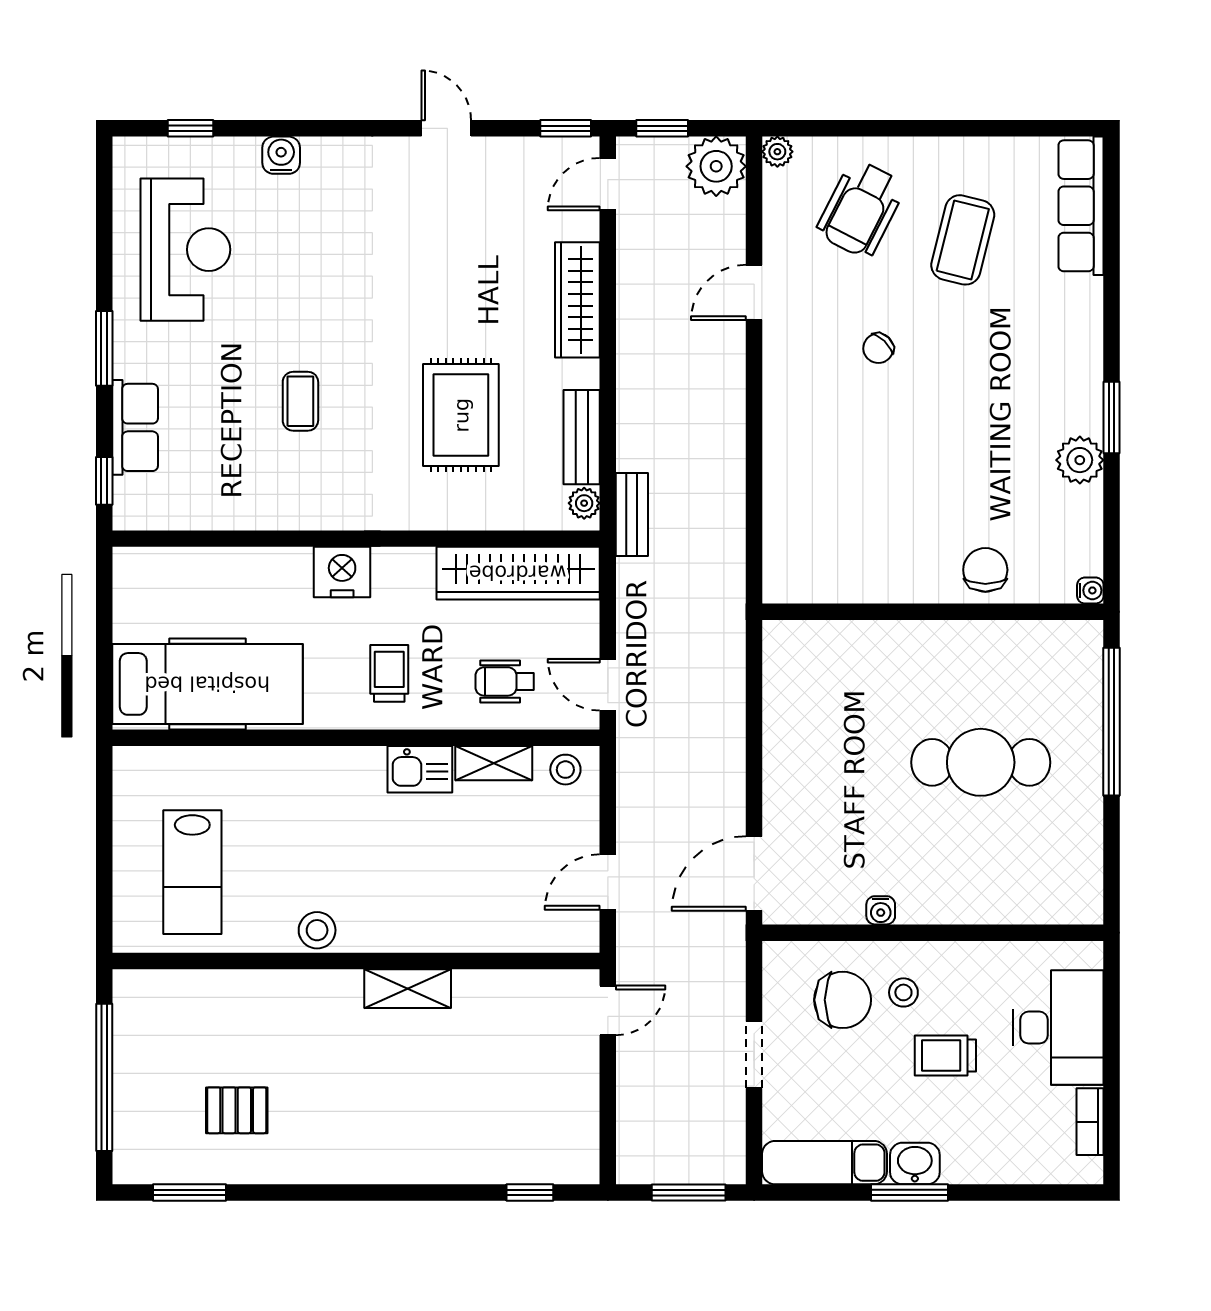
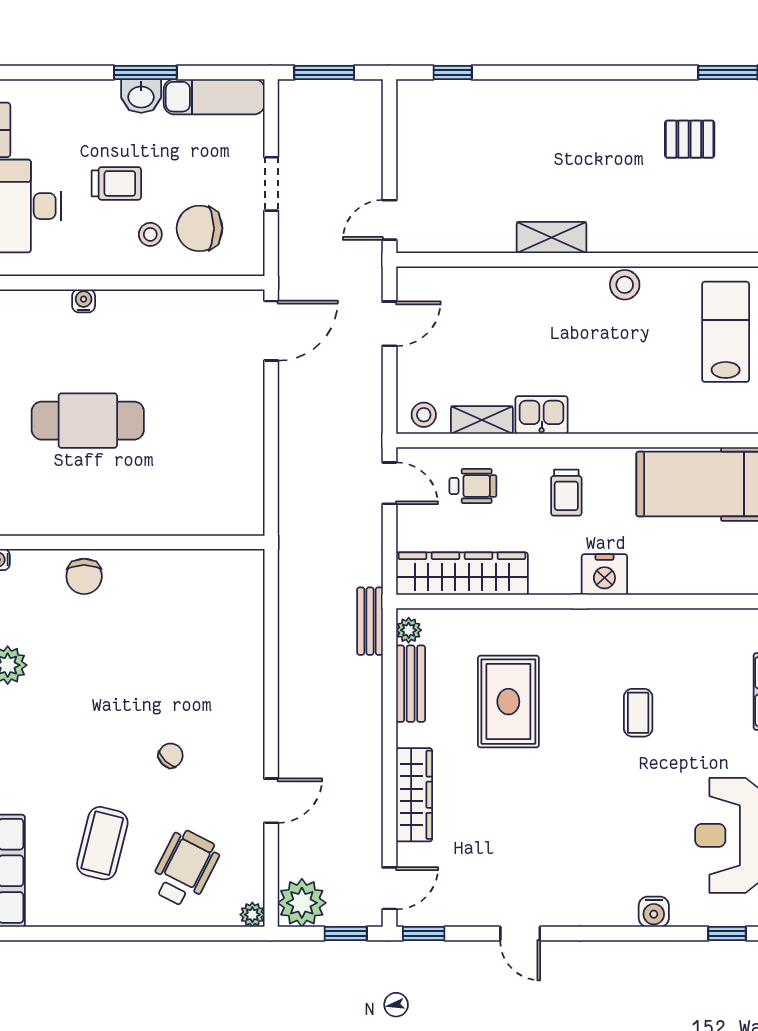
water cooler: (881, 910) -> (84, 301), moved

